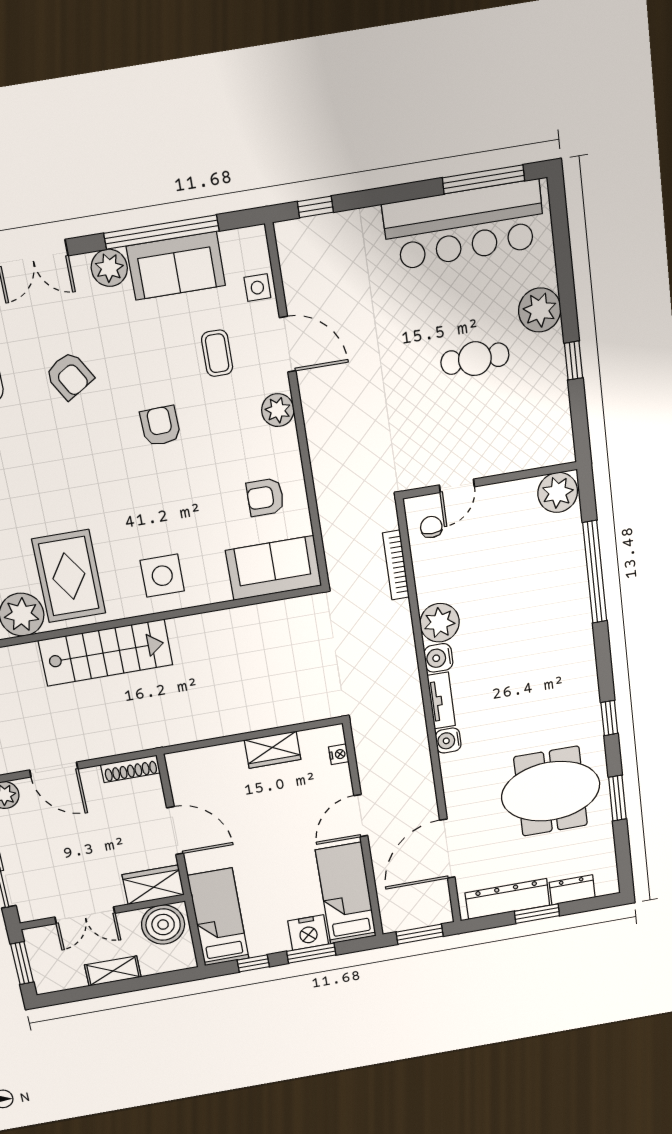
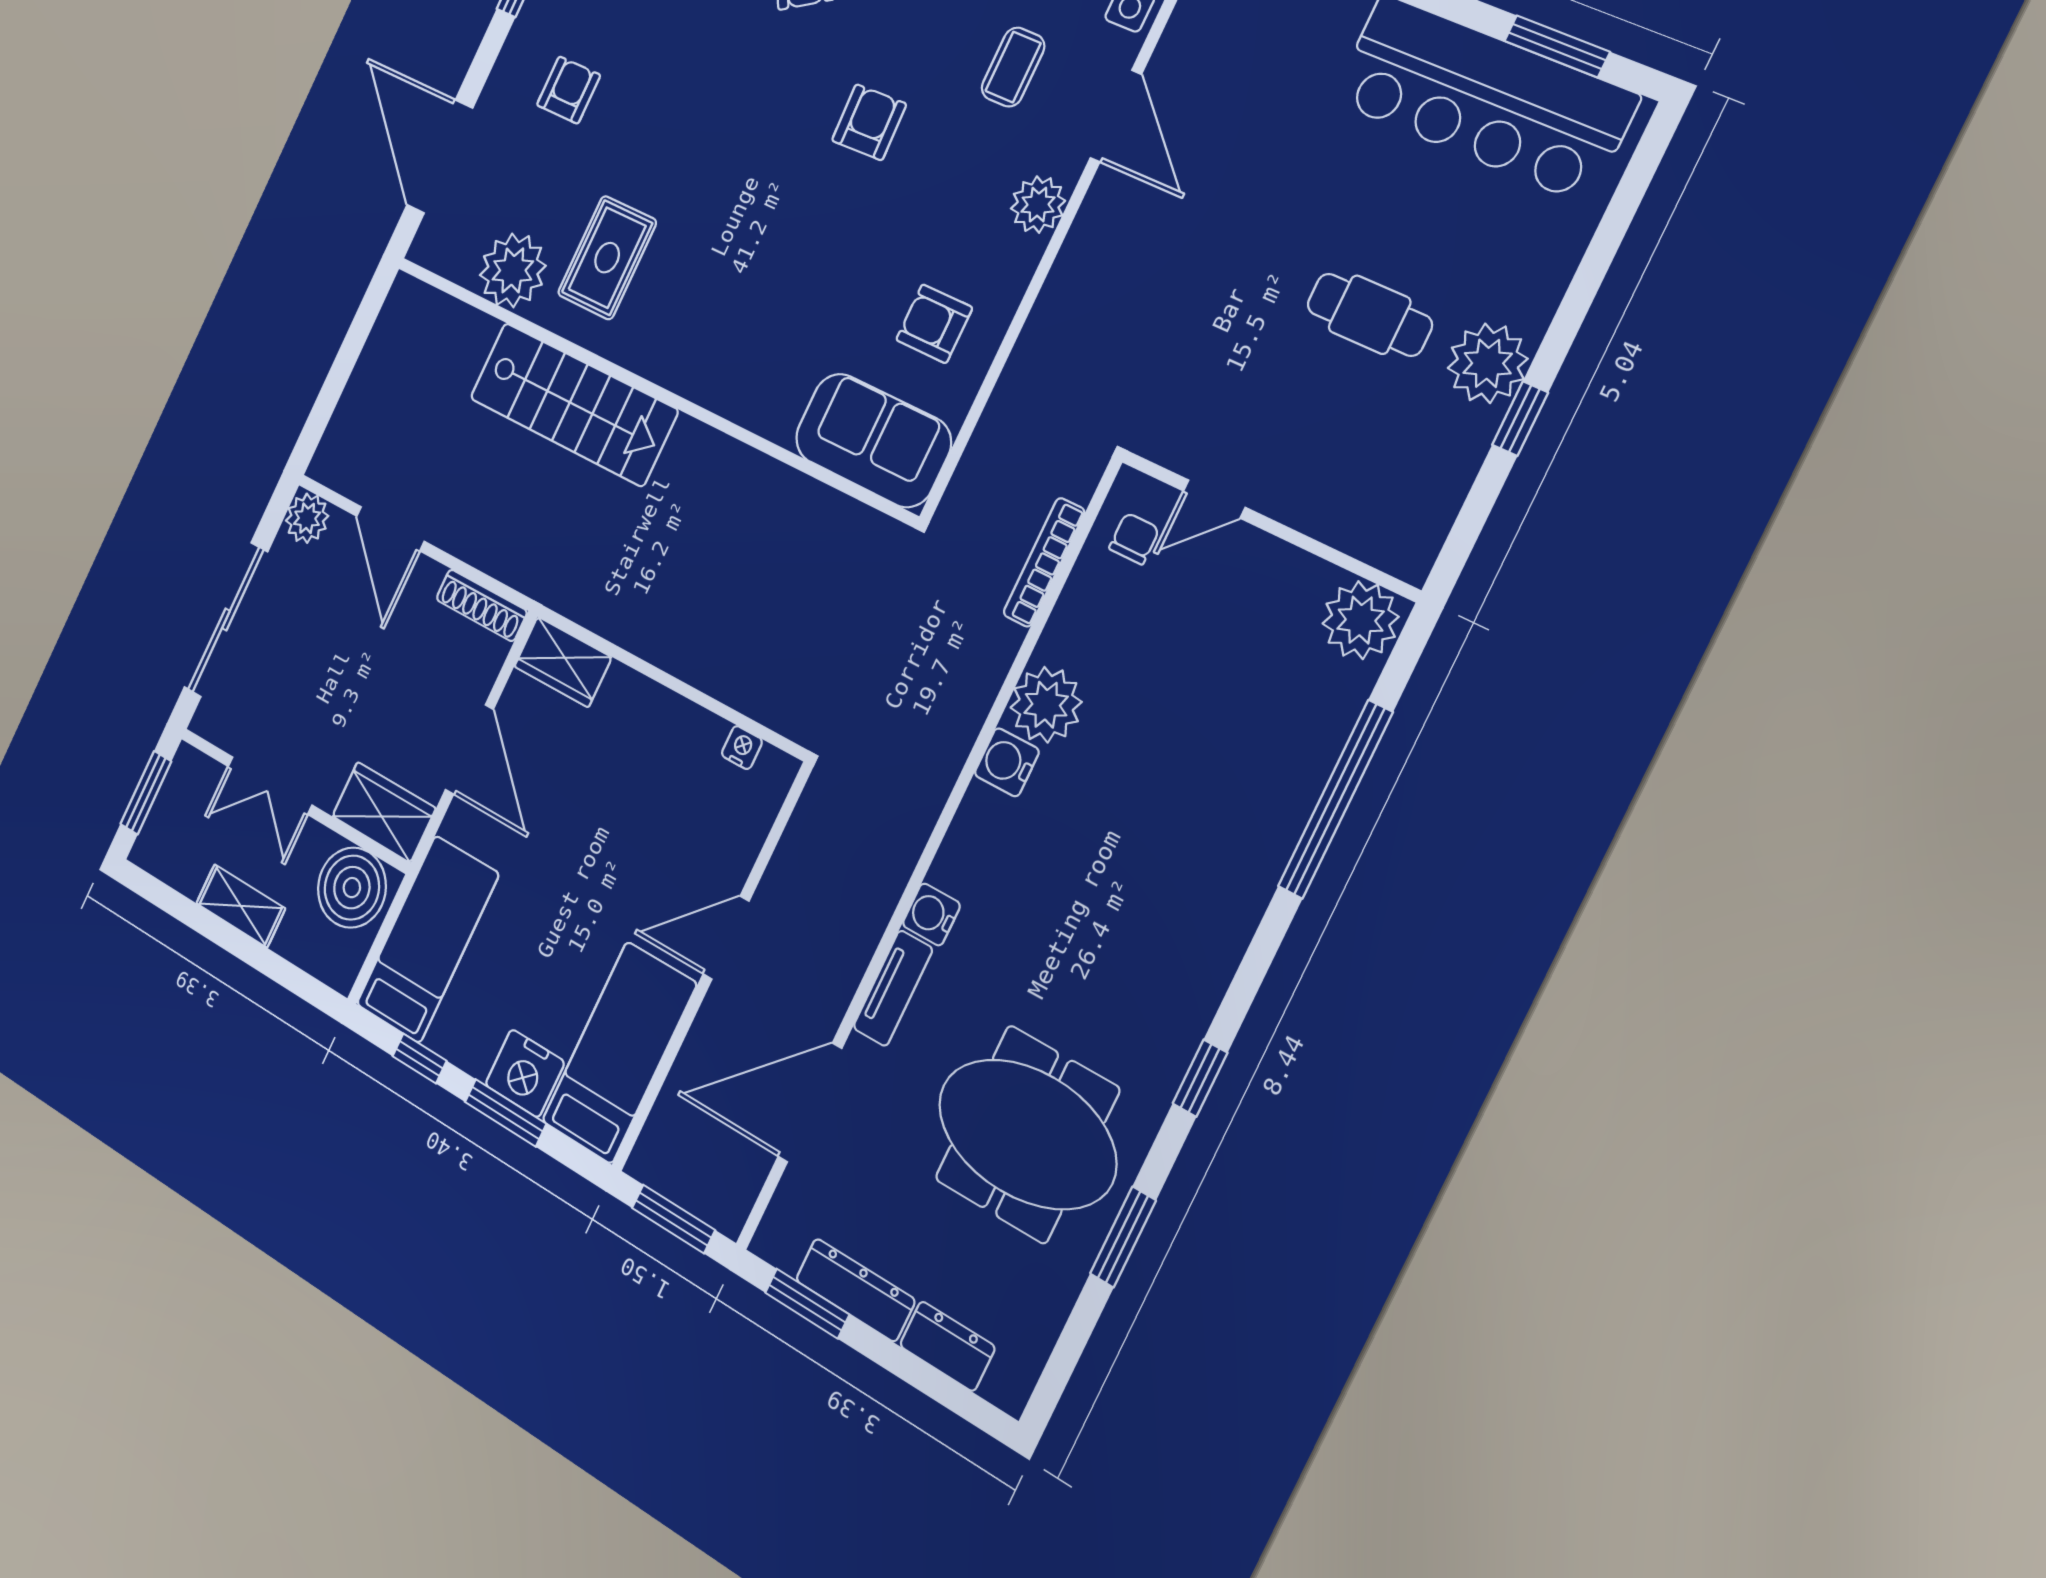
window: (484, 179) -> (1557, 46), width x0.69
plant: (540, 310) -> (1488, 363), moved
rug: (69, 576) -> (607, 258), width x0.73, depth x0.70
side table: (162, 576) -> (722, 343), removed
tv unit: (441, 701) -> (893, 988), moved
wardrobe: (273, 750) -> (563, 662), moved
nightstand: (339, 754) -> (742, 748), moved, turned -90
dresser: (507, 899) -> (855, 1290), width x0.73, depth x0.80
window: (537, 914) -> (807, 1303), moved

